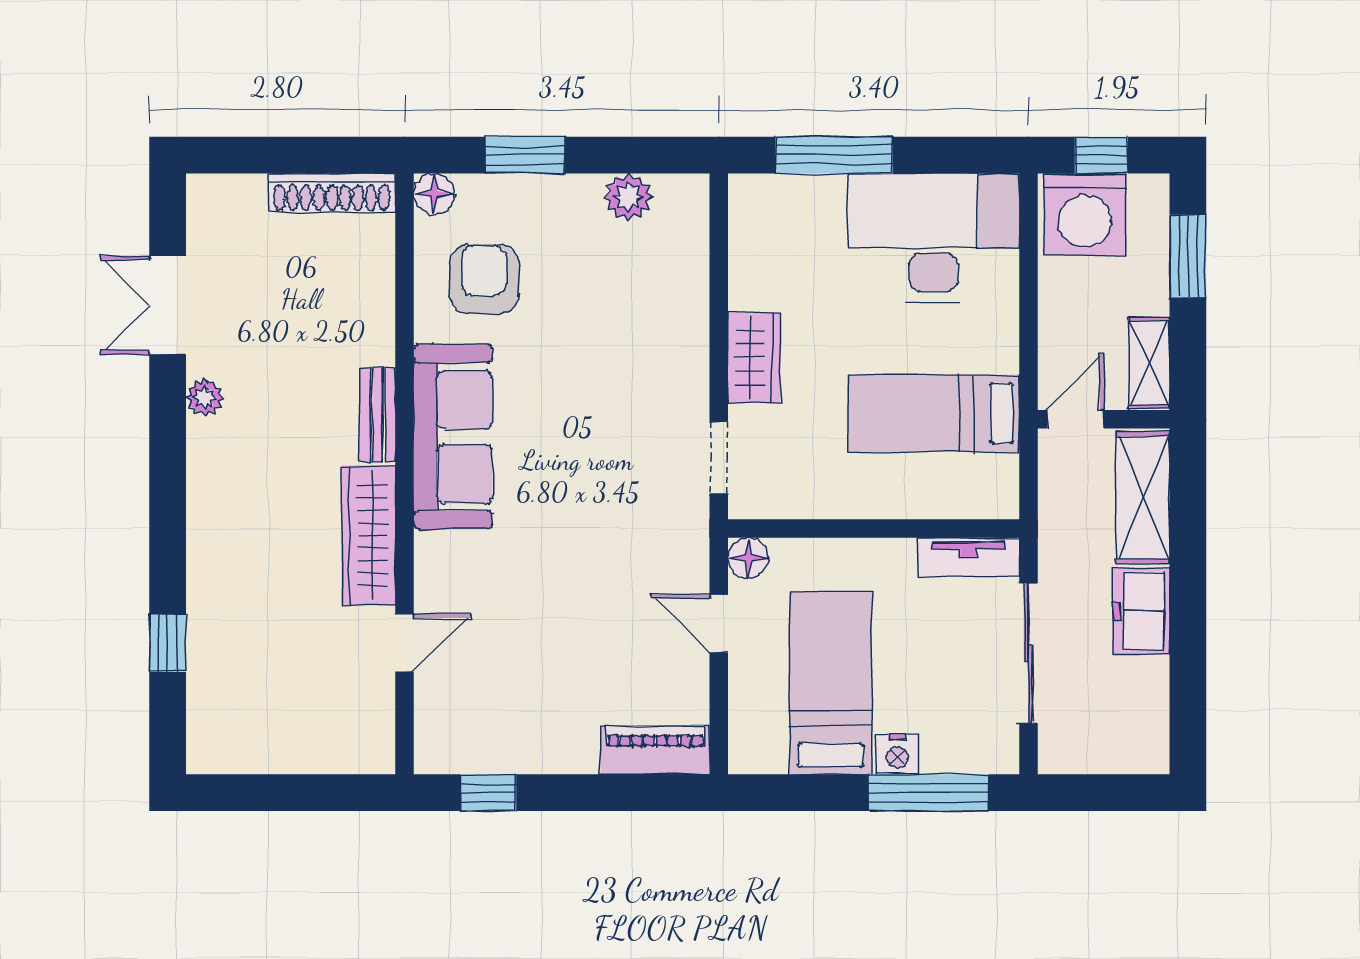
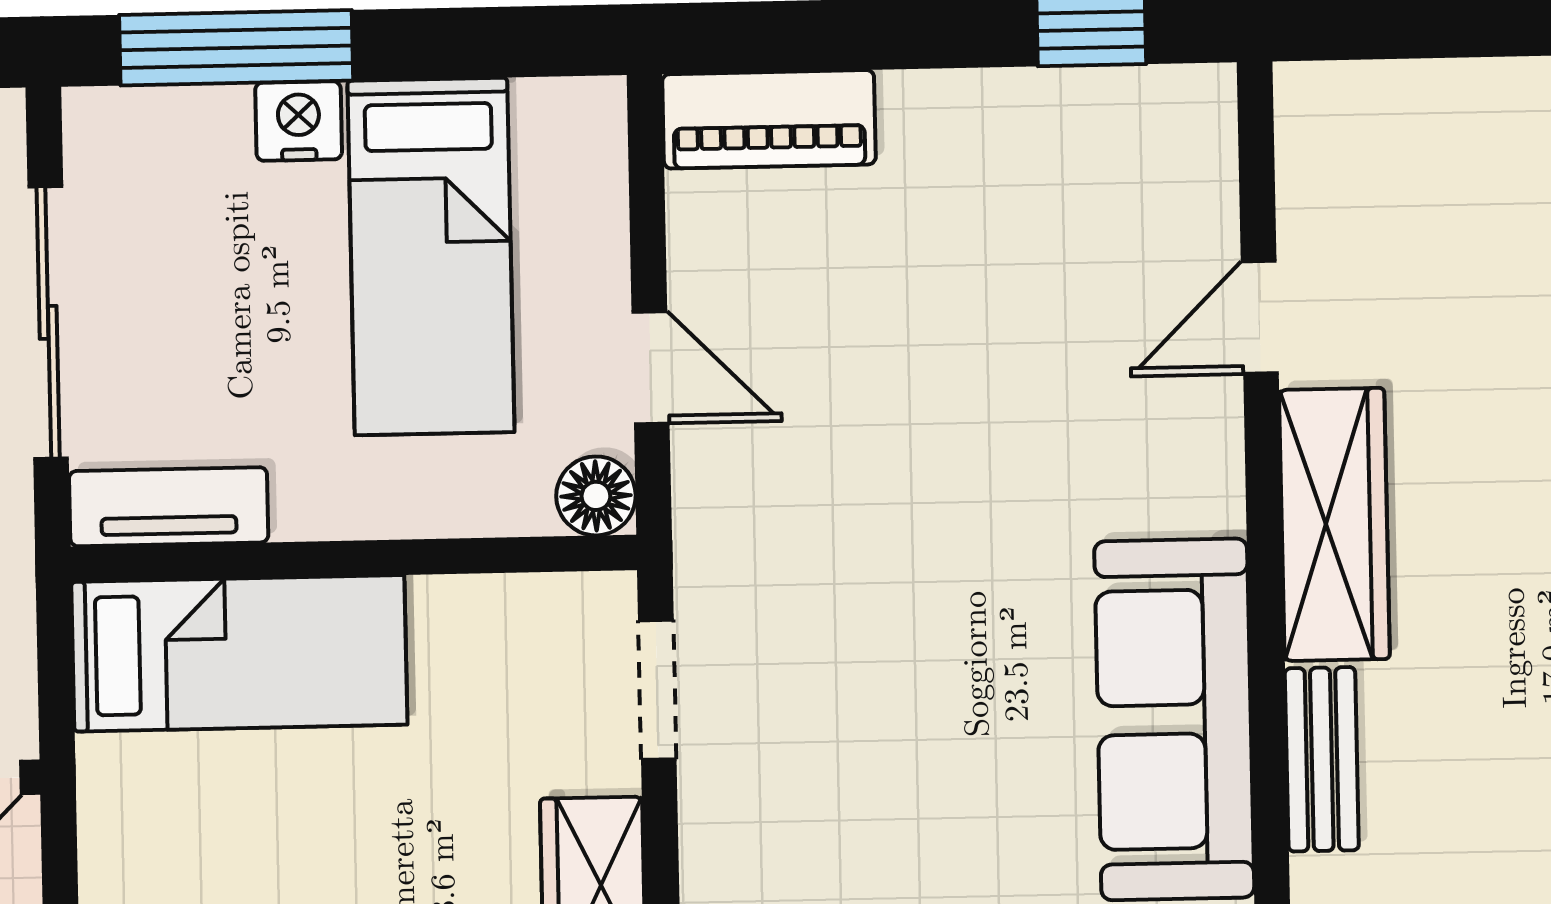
bed: (934, 413) -> (239, 653), moved

